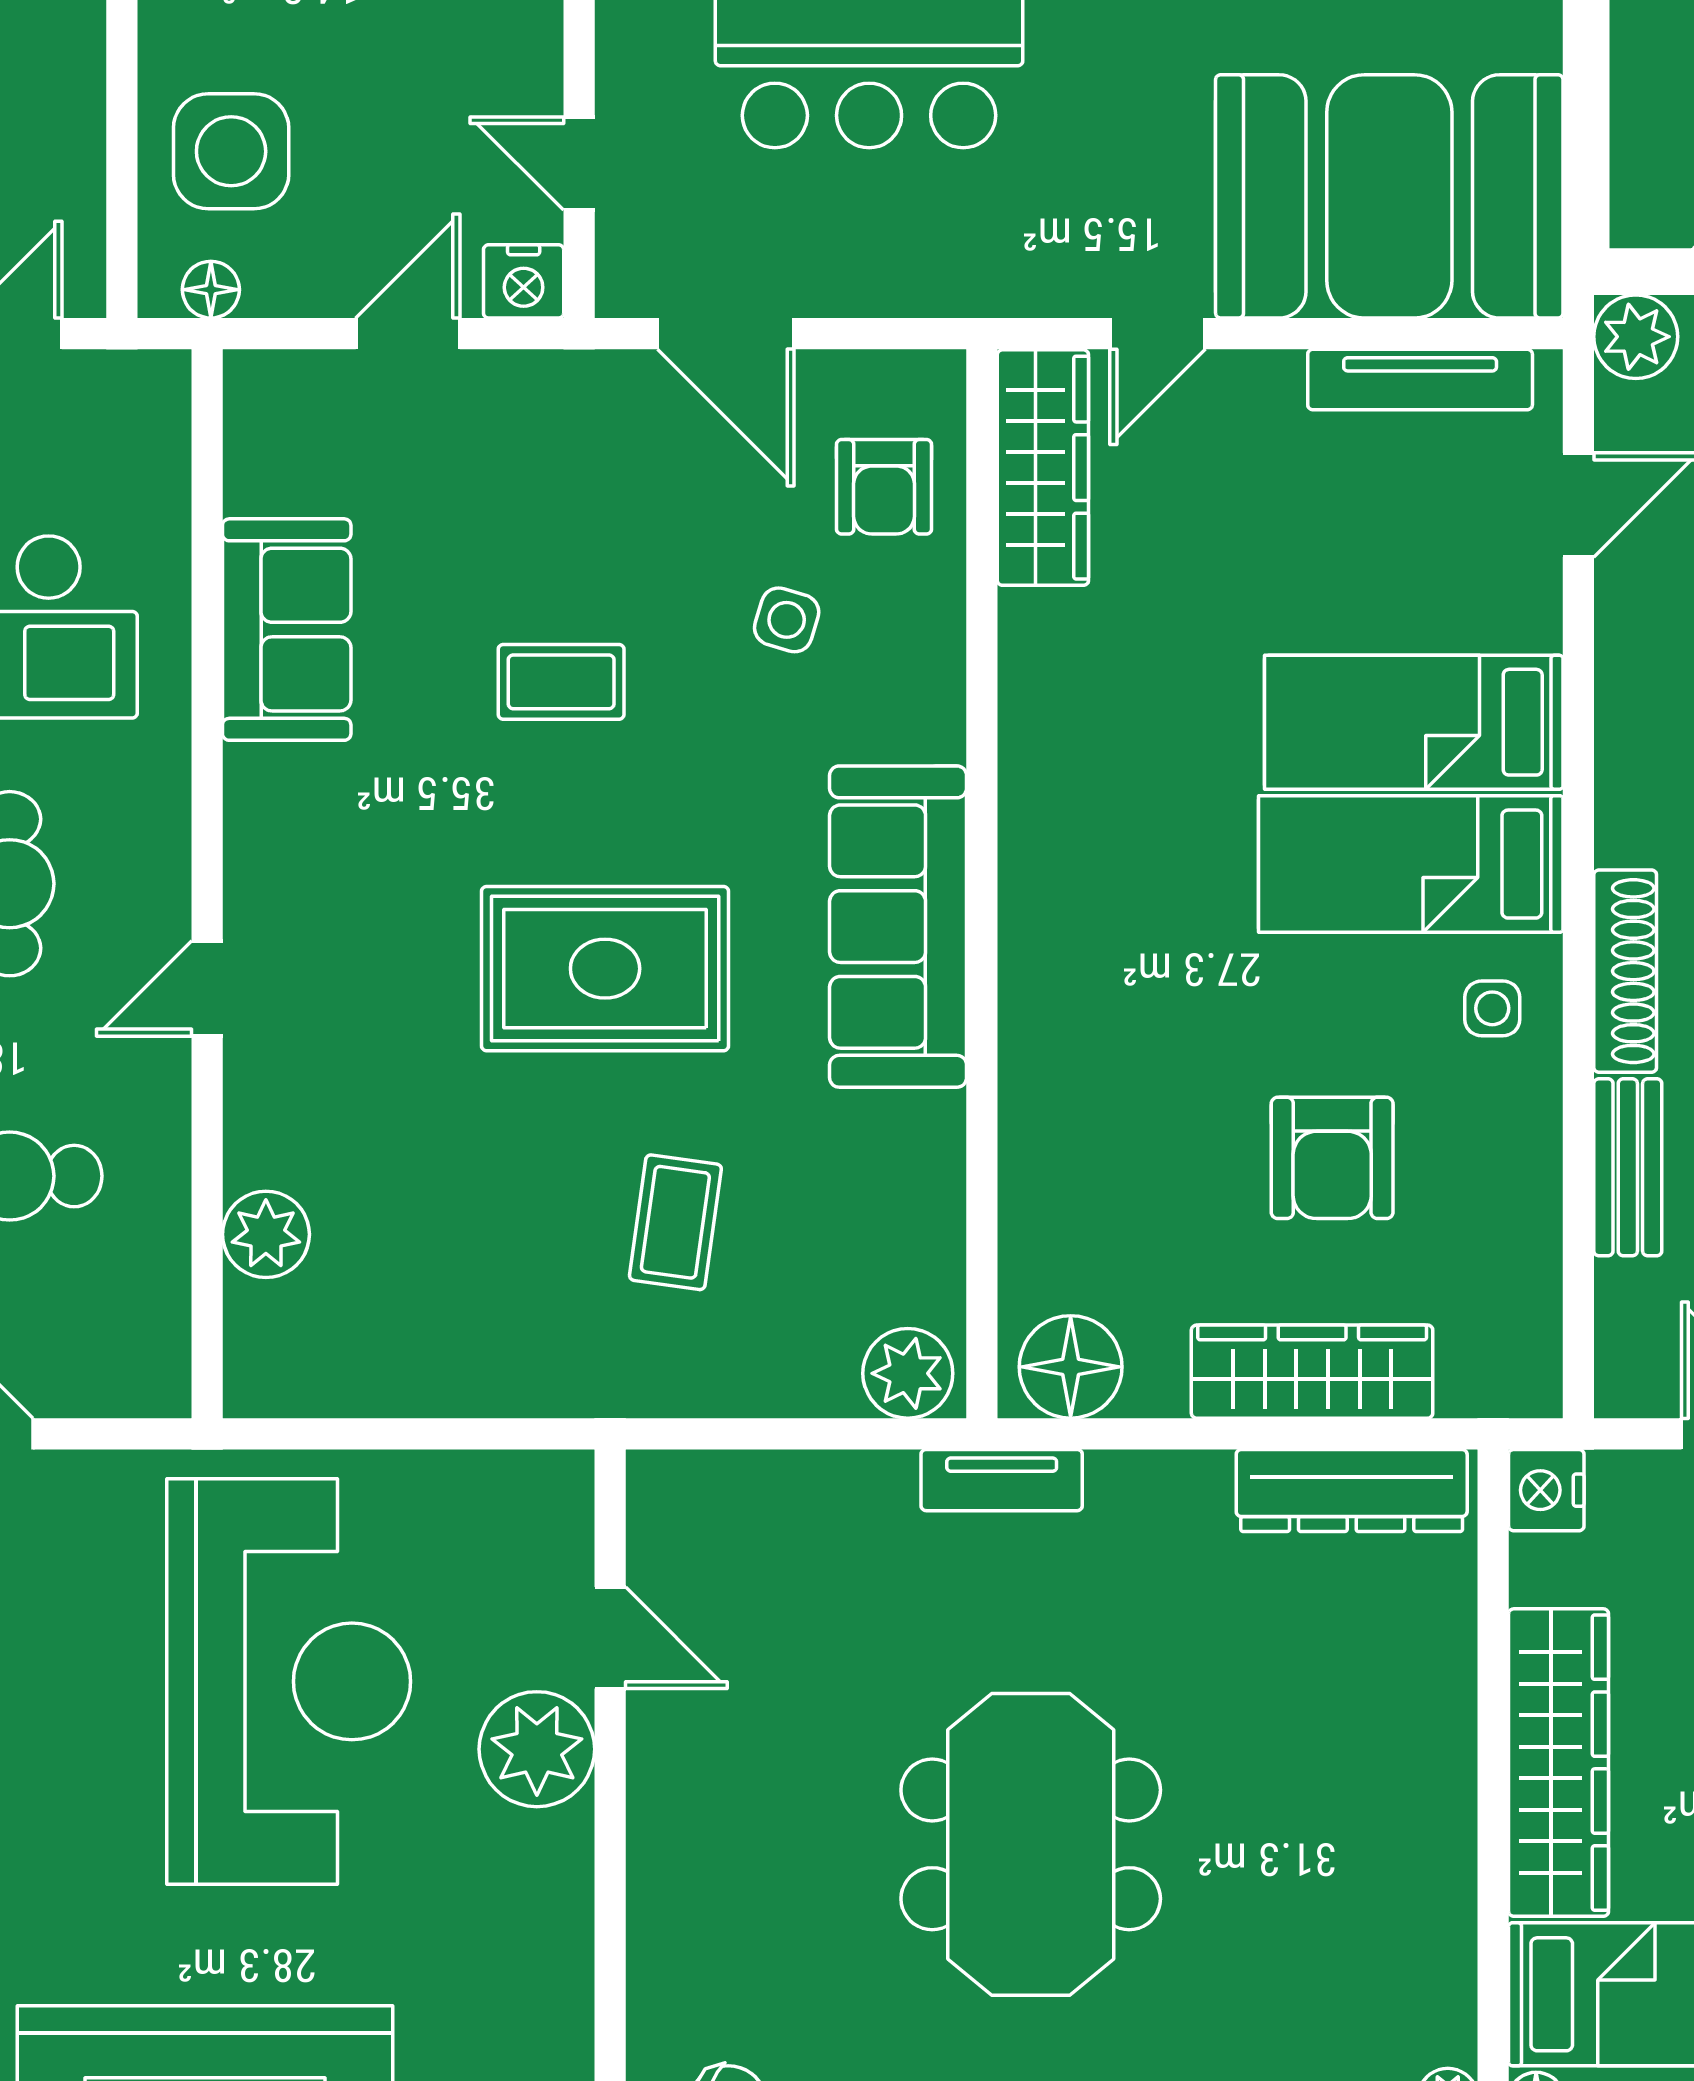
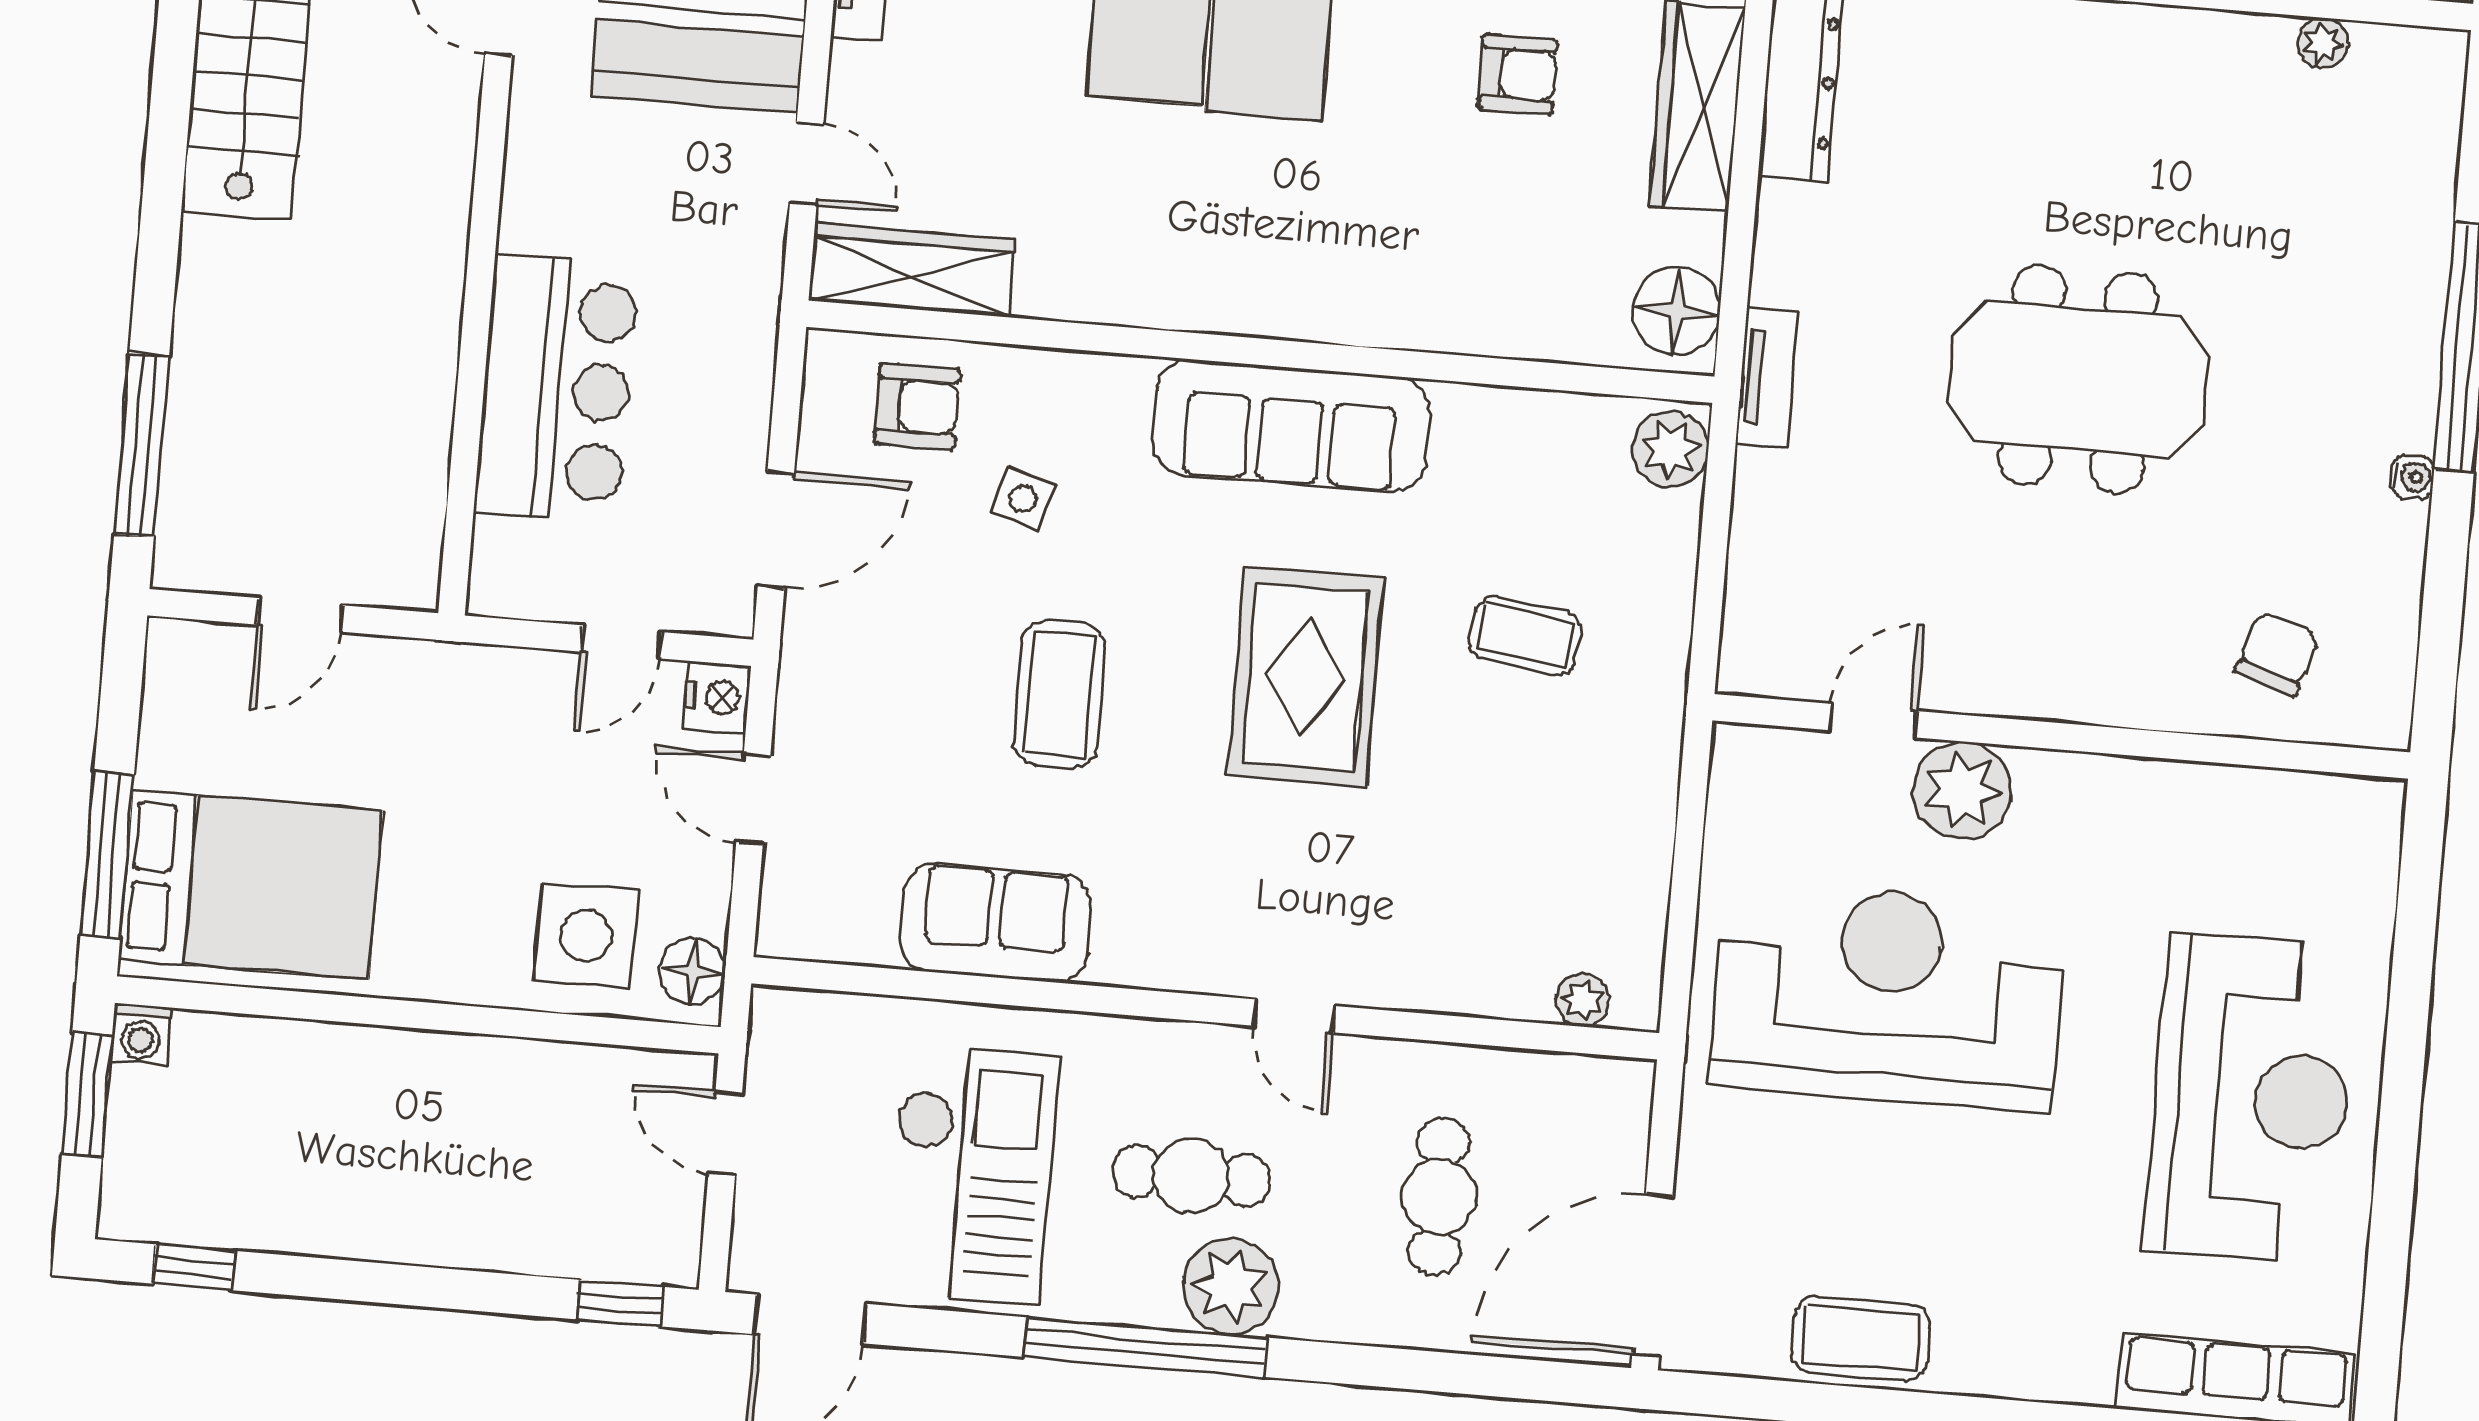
floor lamp: (211, 290) -> (692, 971), width x1.37, depth x1.37
coffee table: (561, 682) -> (1059, 694), width x1.36, depth x1.30
armchair: (1332, 1158) -> (1518, 74), width x0.72, depth x0.72
plant: (266, 1234) -> (1583, 1000), moved, width x0.73, depth x0.73

